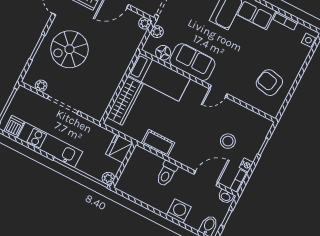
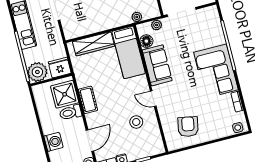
plant: (145, 23) -> (137, 17), moved
stool: (228, 141) -> (136, 122), moved
cot: (158, 143) -> (88, 100), moved
shower: (146, 165) -> (65, 94), added
plant: (108, 178) -> (37, 72), width x1.88, depth x1.88
door: (206, 178) -> (90, 141), hinge flipped

